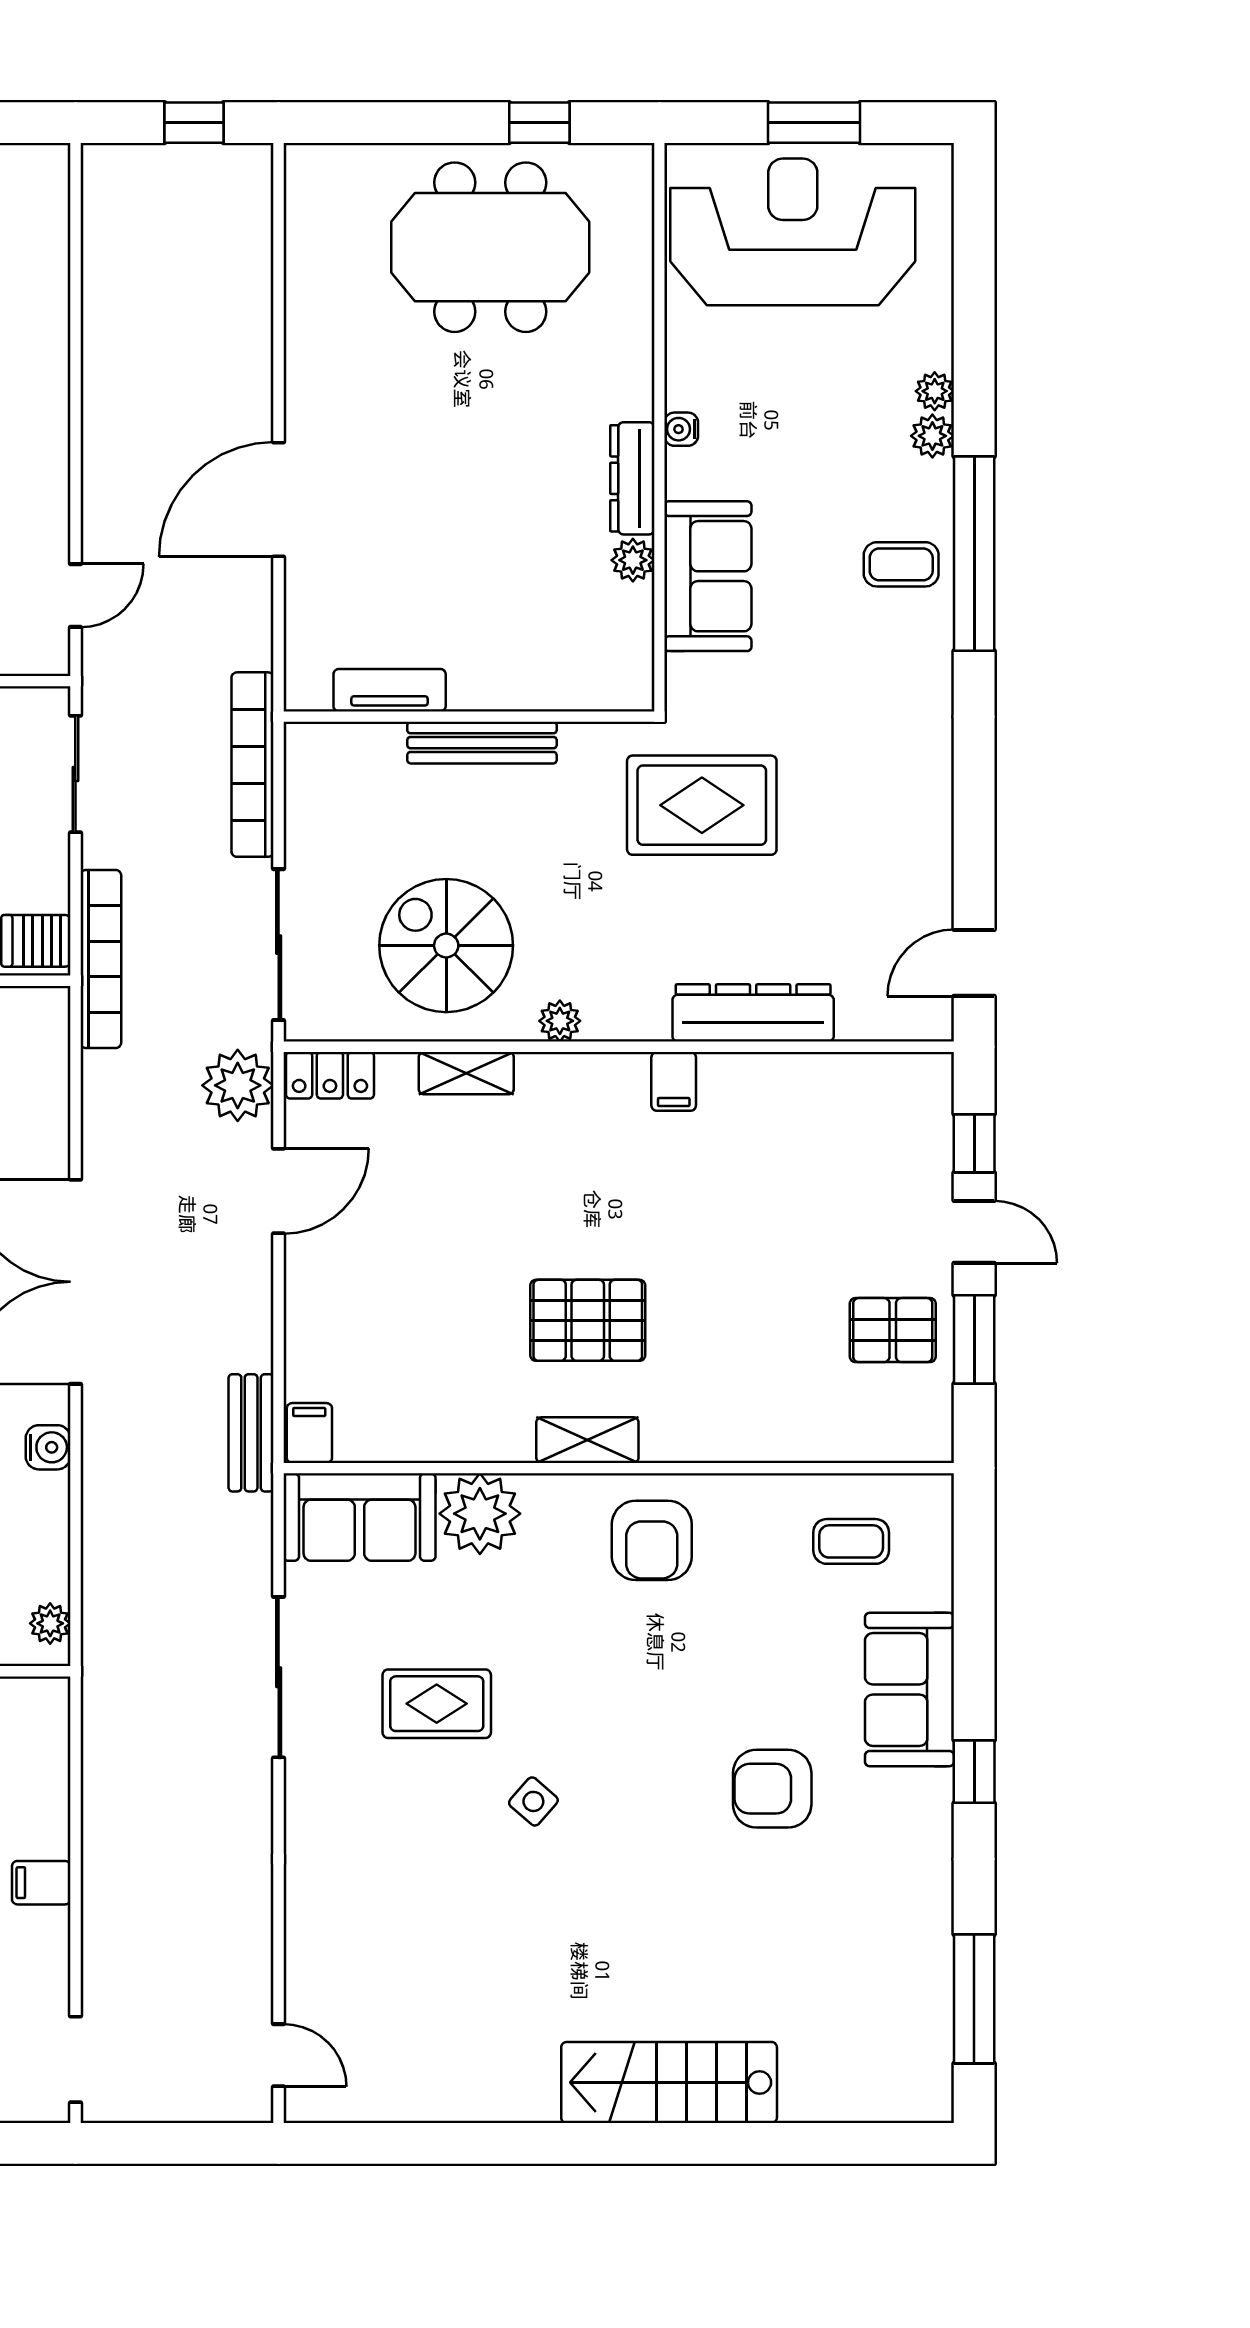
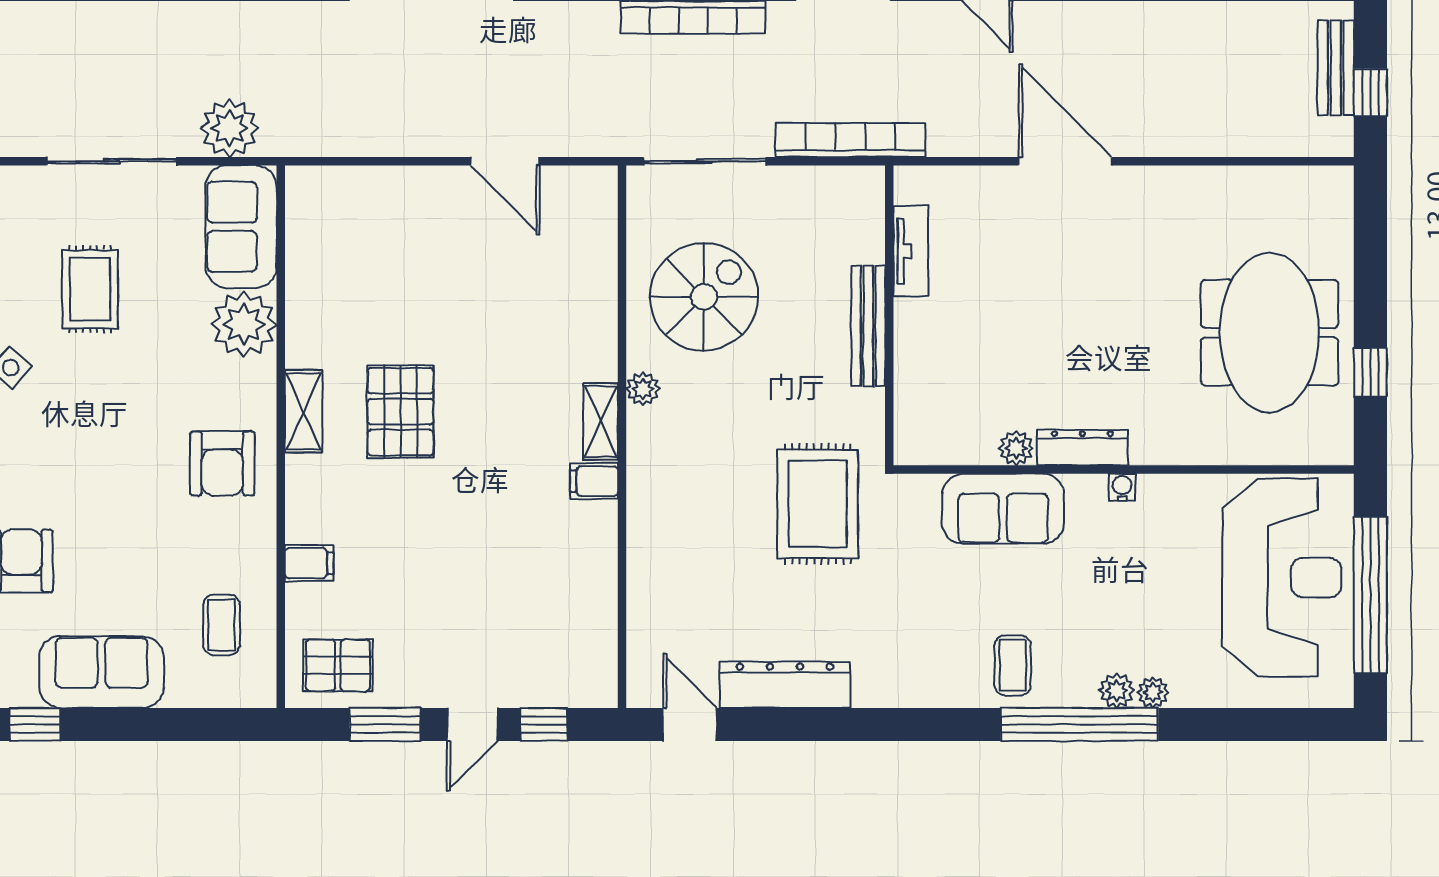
window: (814, 123) -> (1370, 595), width x2.11
window: (974, 554) -> (1080, 725), moved
dresser: (753, 1013) -> (785, 685), moved, turned -90
shelving: (466, 1073) -> (601, 421), moved
locker: (330, 1075) -> (599, 203), removed
plant: (238, 1085) -> (230, 128), moved
pallet: (893, 1330) -> (338, 665), moved, turned 90
bench: (251, 1433) -> (1336, 68), moved, turned 90
filing cabinet: (309, 1433) -> (309, 563), moved
armchair: (652, 1540) -> (222, 463), turned -90

